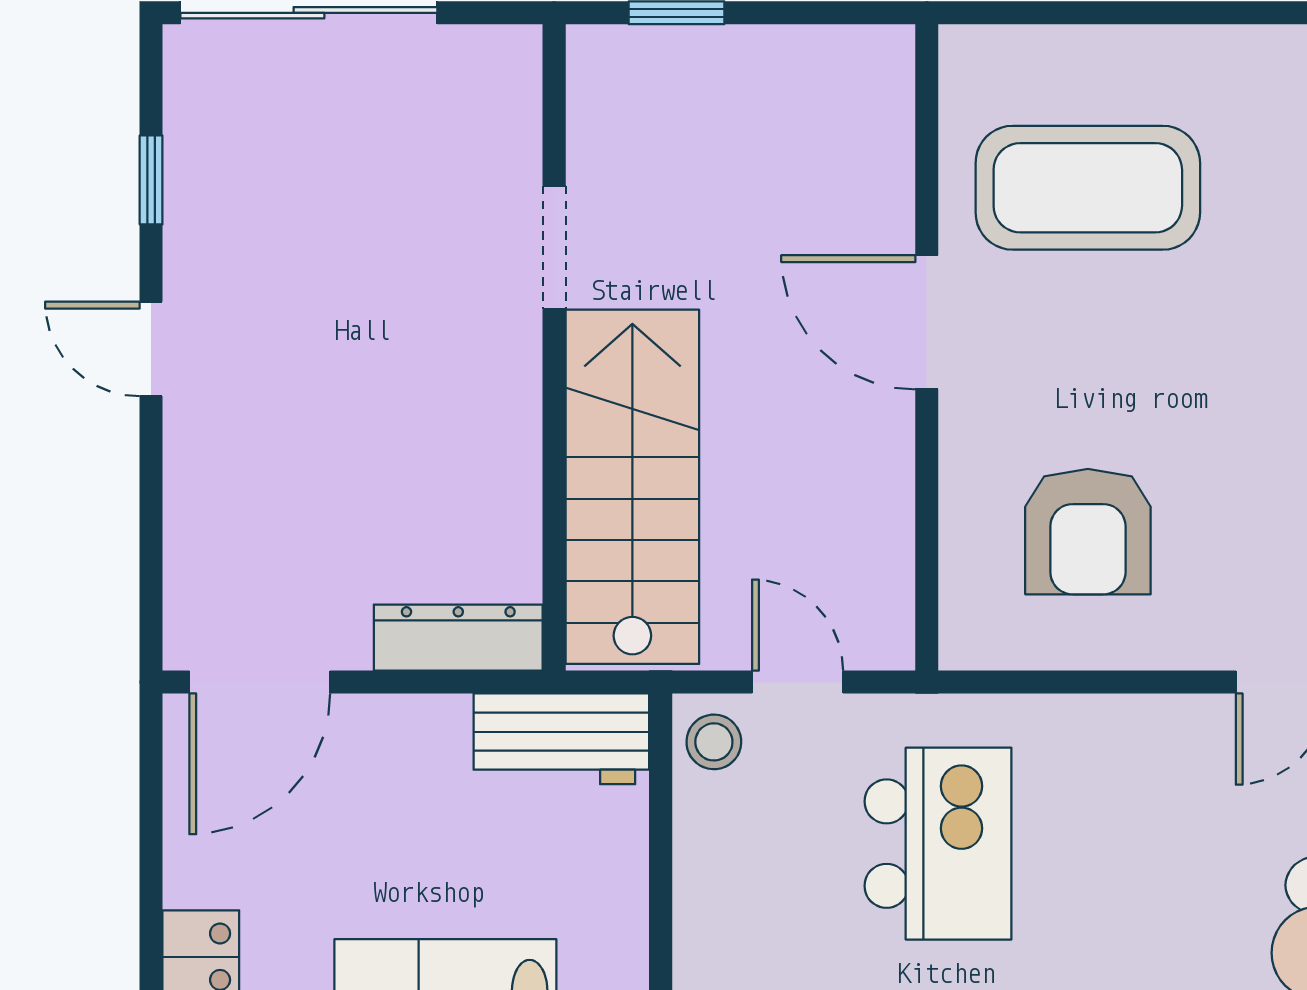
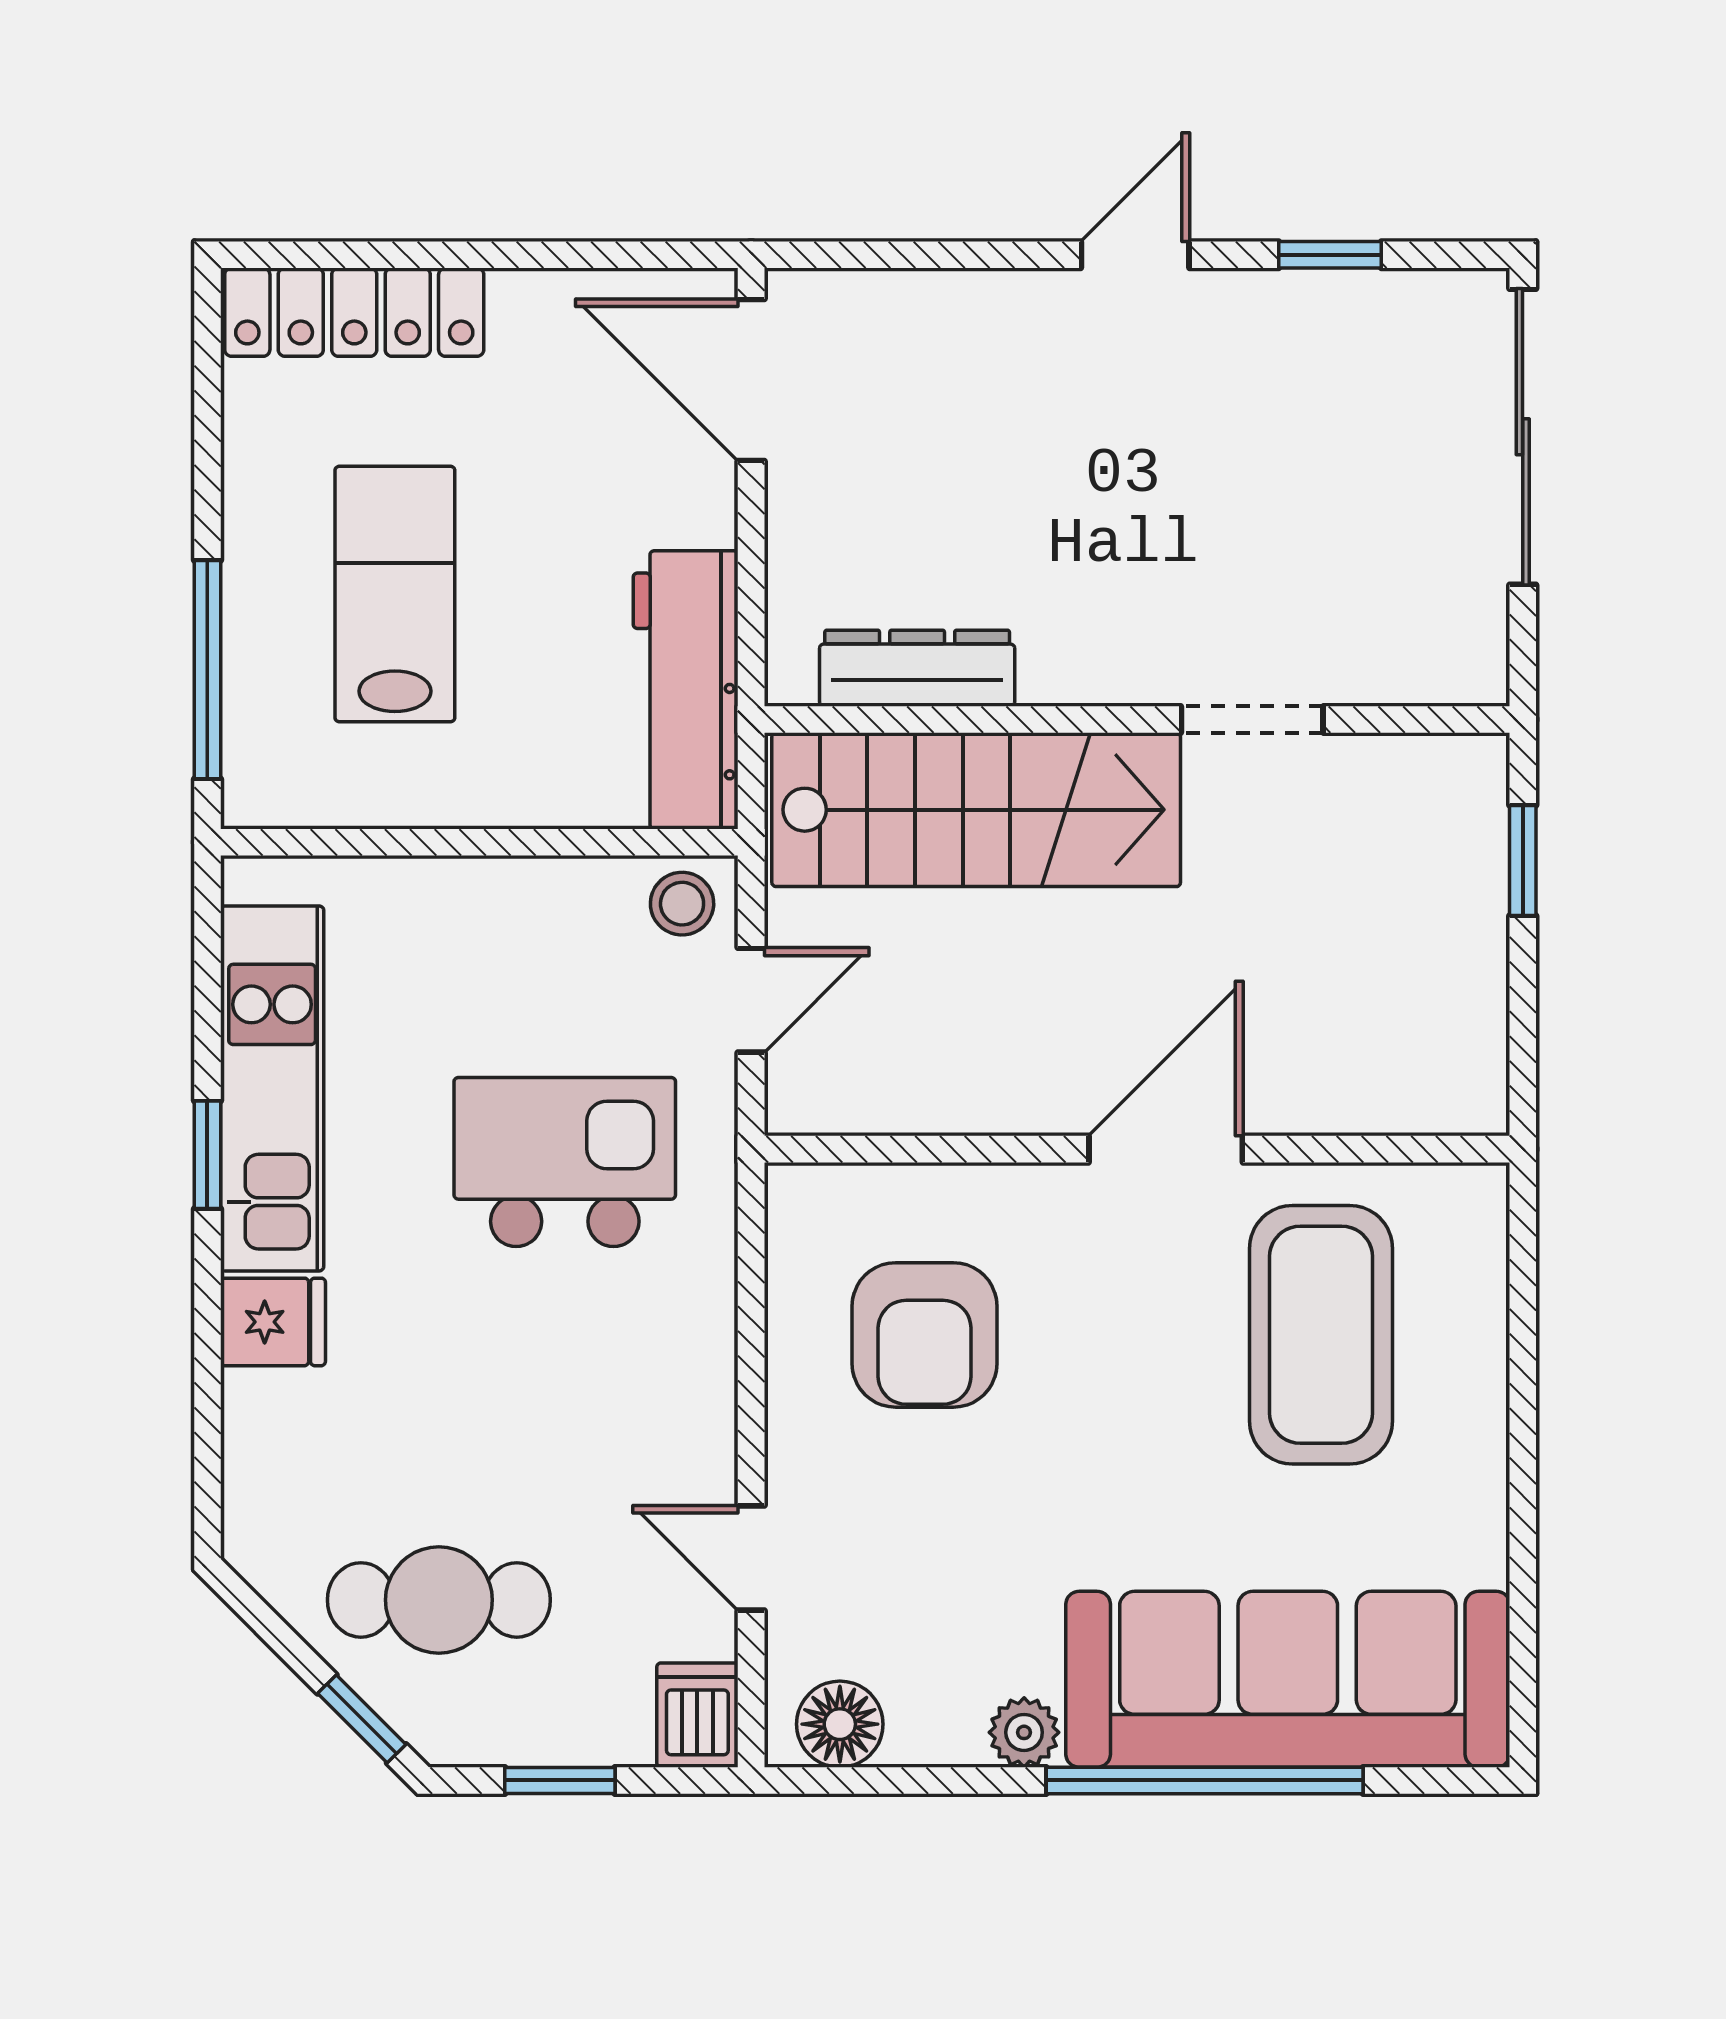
armchair: (1088, 532) -> (925, 1335), turned -90
dresser: (458, 638) -> (917, 668), moved, turned -90
workbench: (561, 739) -> (686, 690), width x1.38
kitchen island: (938, 844) -> (565, 1162), turned 180

